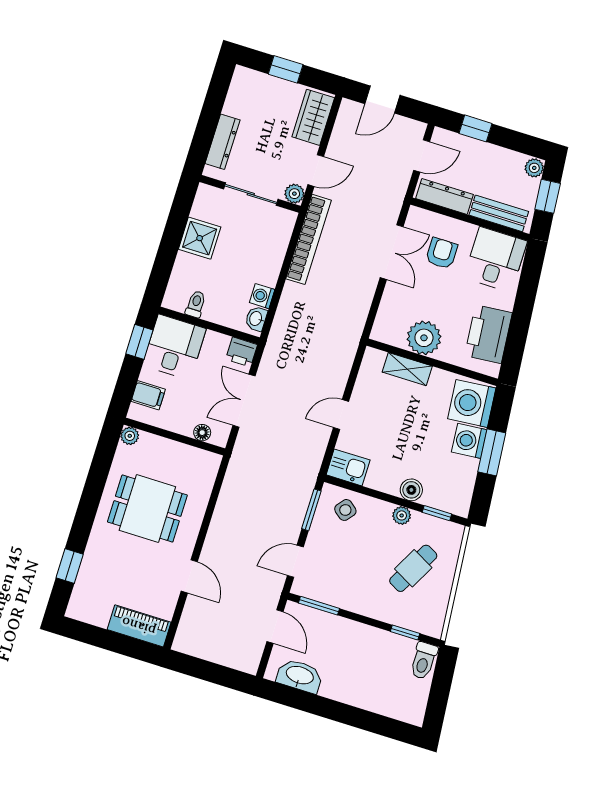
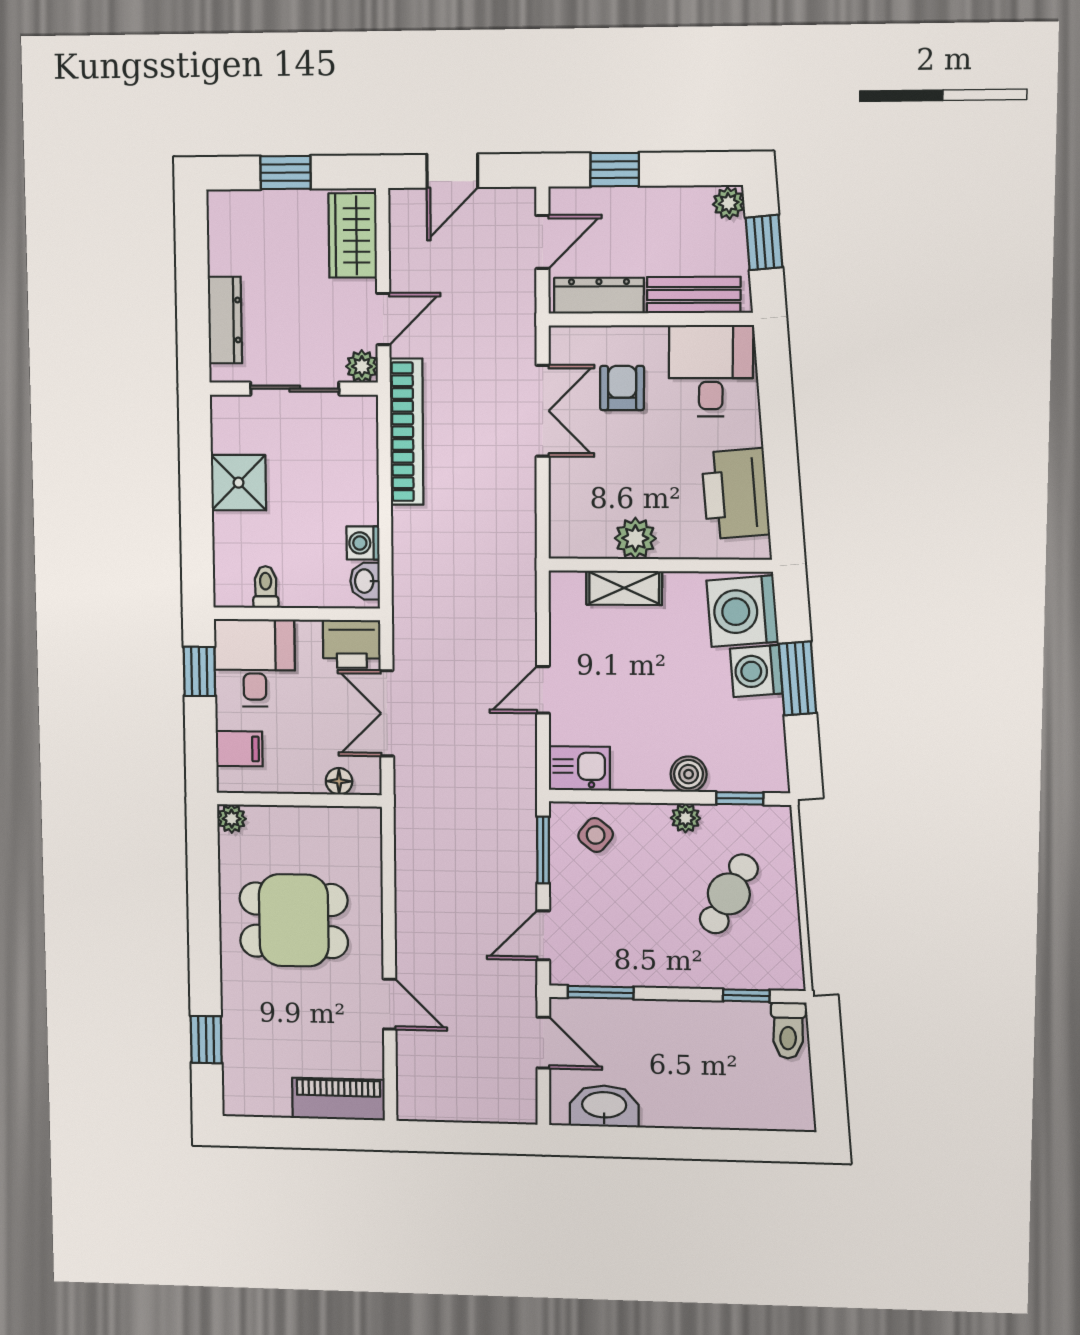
plant: (424, 338) -> (635, 538), width x0.73, depth x0.73
printer: (242, 352) -> (352, 644), width x1.36, depth x1.24

